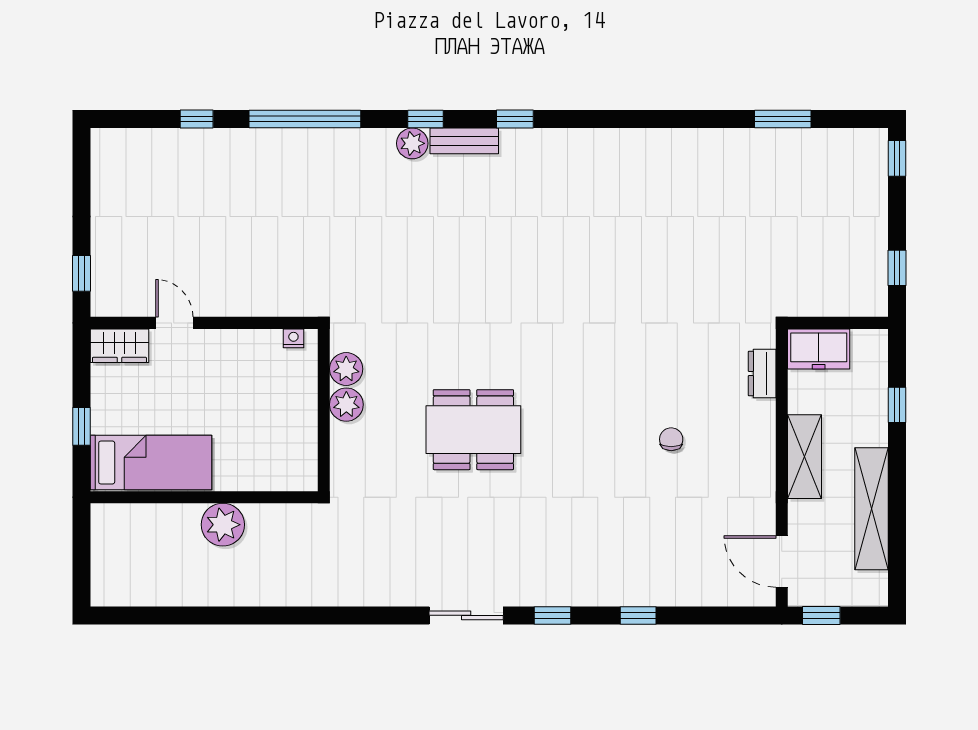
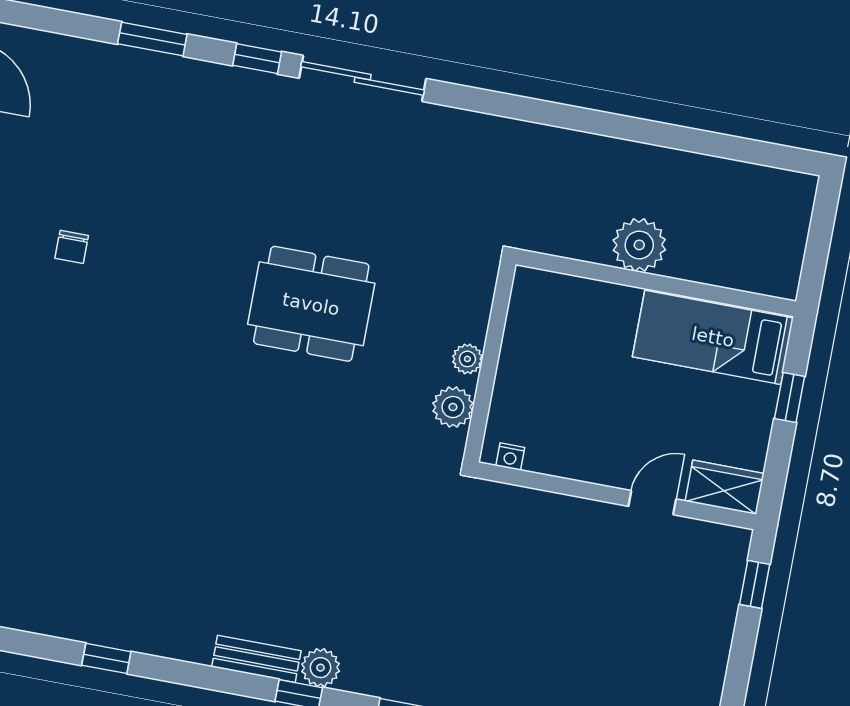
window: (515, 119) -> (106, 658), moved
door: (174, 323) -> (652, 503), swing flipped
plant: (346, 405) -> (467, 359), width x0.73, depth x0.73
sliding door: (466, 615) -> (363, 78), width x1.37
window: (638, 615) -> (152, 39), width x1.50

